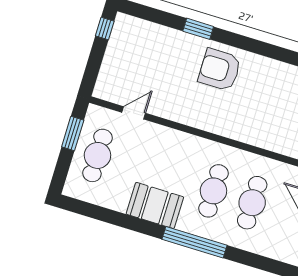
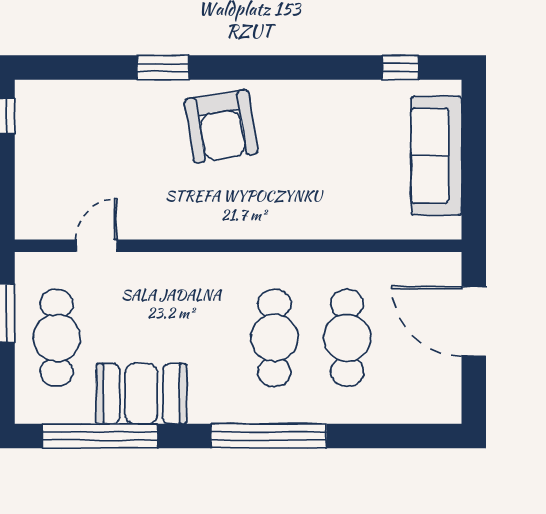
armchair: (220, 70) -> (221, 126), turned -99
booth: (155, 205) -> (141, 394), moved
window: (104, 215) -> (100, 436), added

